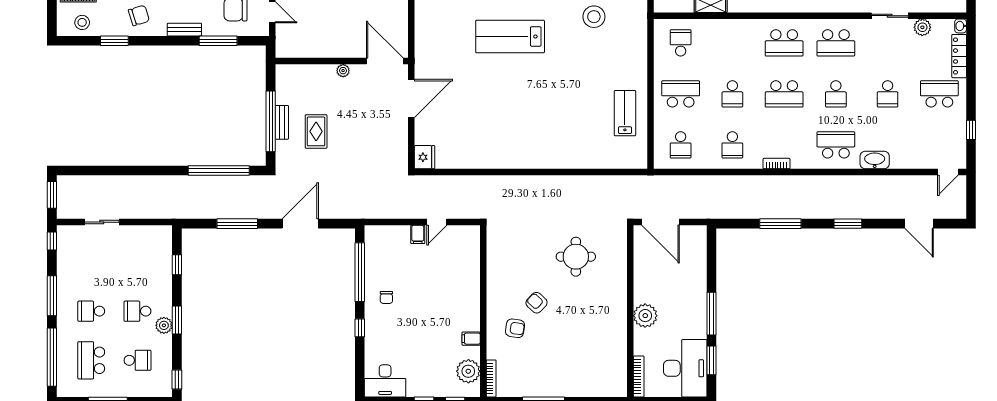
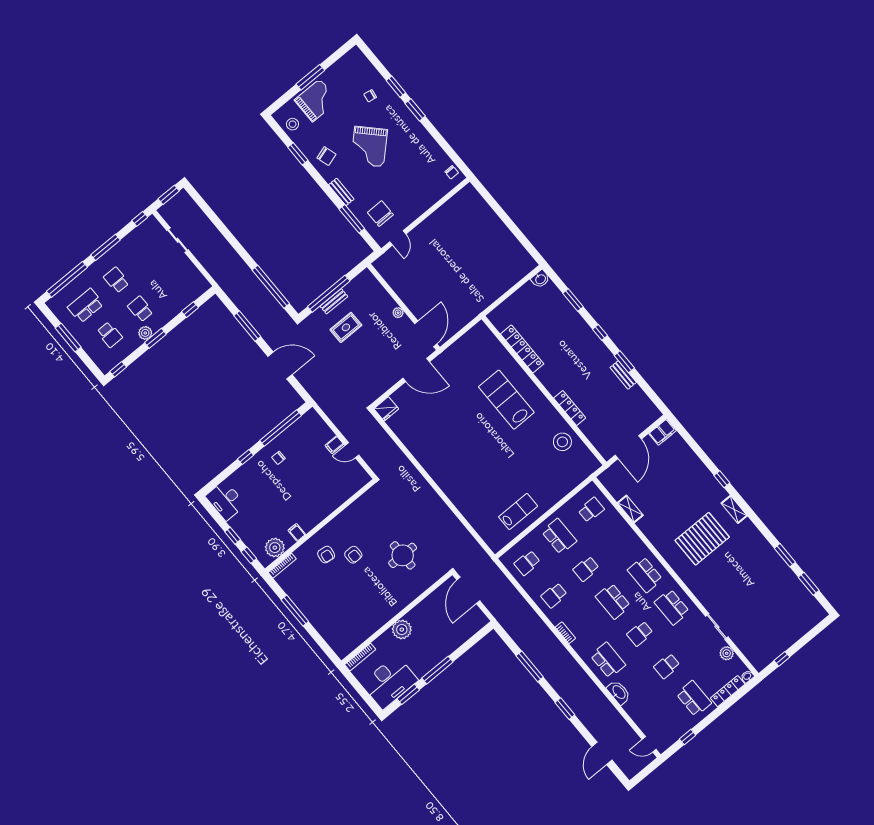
armchair: (537, 303) -> (353, 555), turned 137

